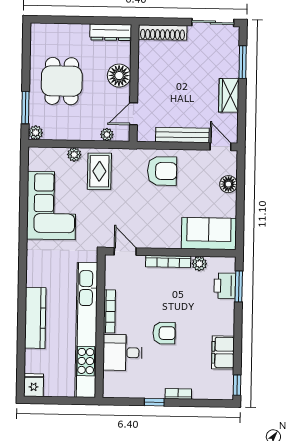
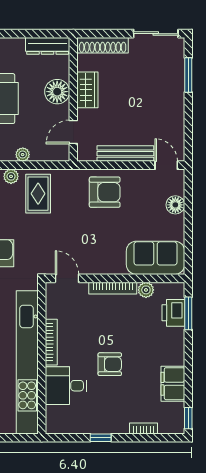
wardrobe: (229, 95) -> (87, 90), moved, turned 180
plant: (107, 135) -> (23, 155), moved
bookcase: (178, 394) -> (144, 428), moved

